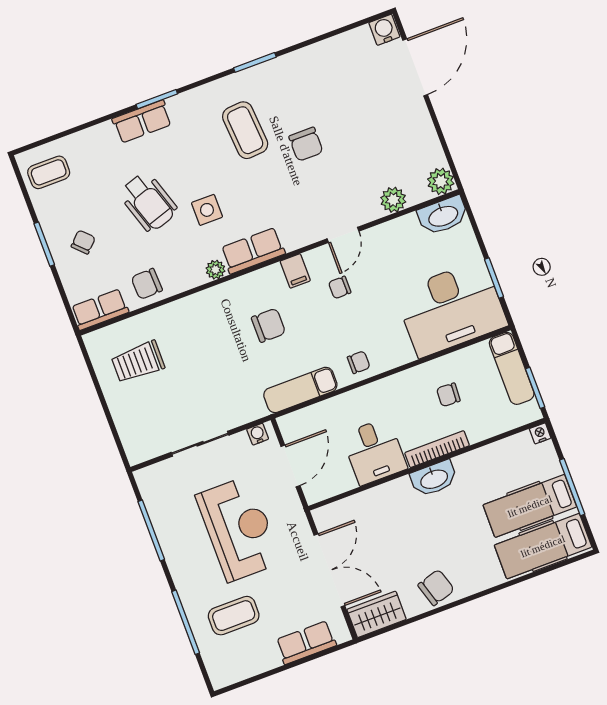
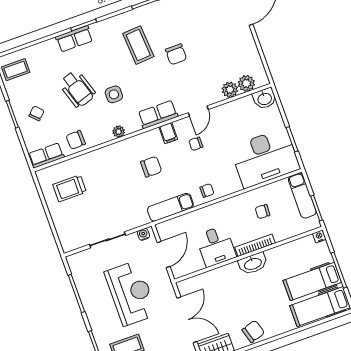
plant: (441, 181) -> (246, 83), moved
washbasin: (443, 216) -> (265, 99), width x0.72
row of seats: (253, 251) -> (158, 114), moved

